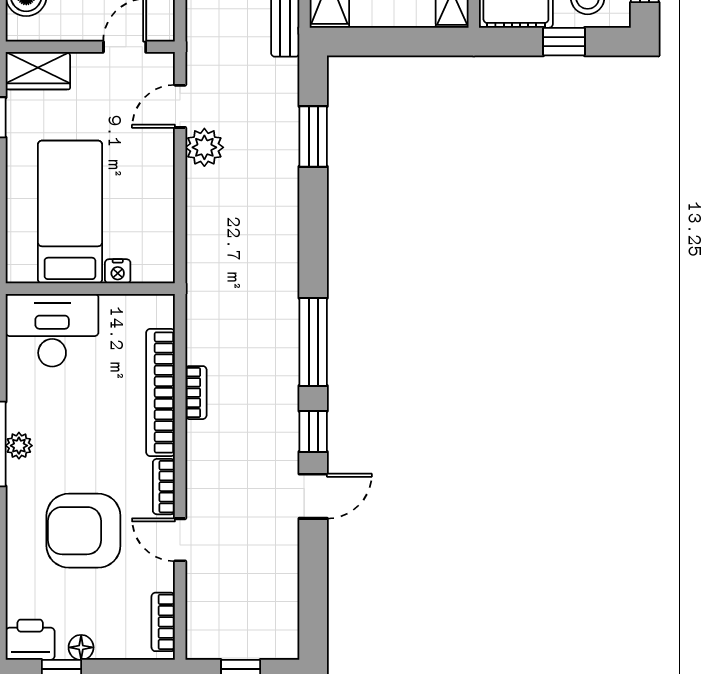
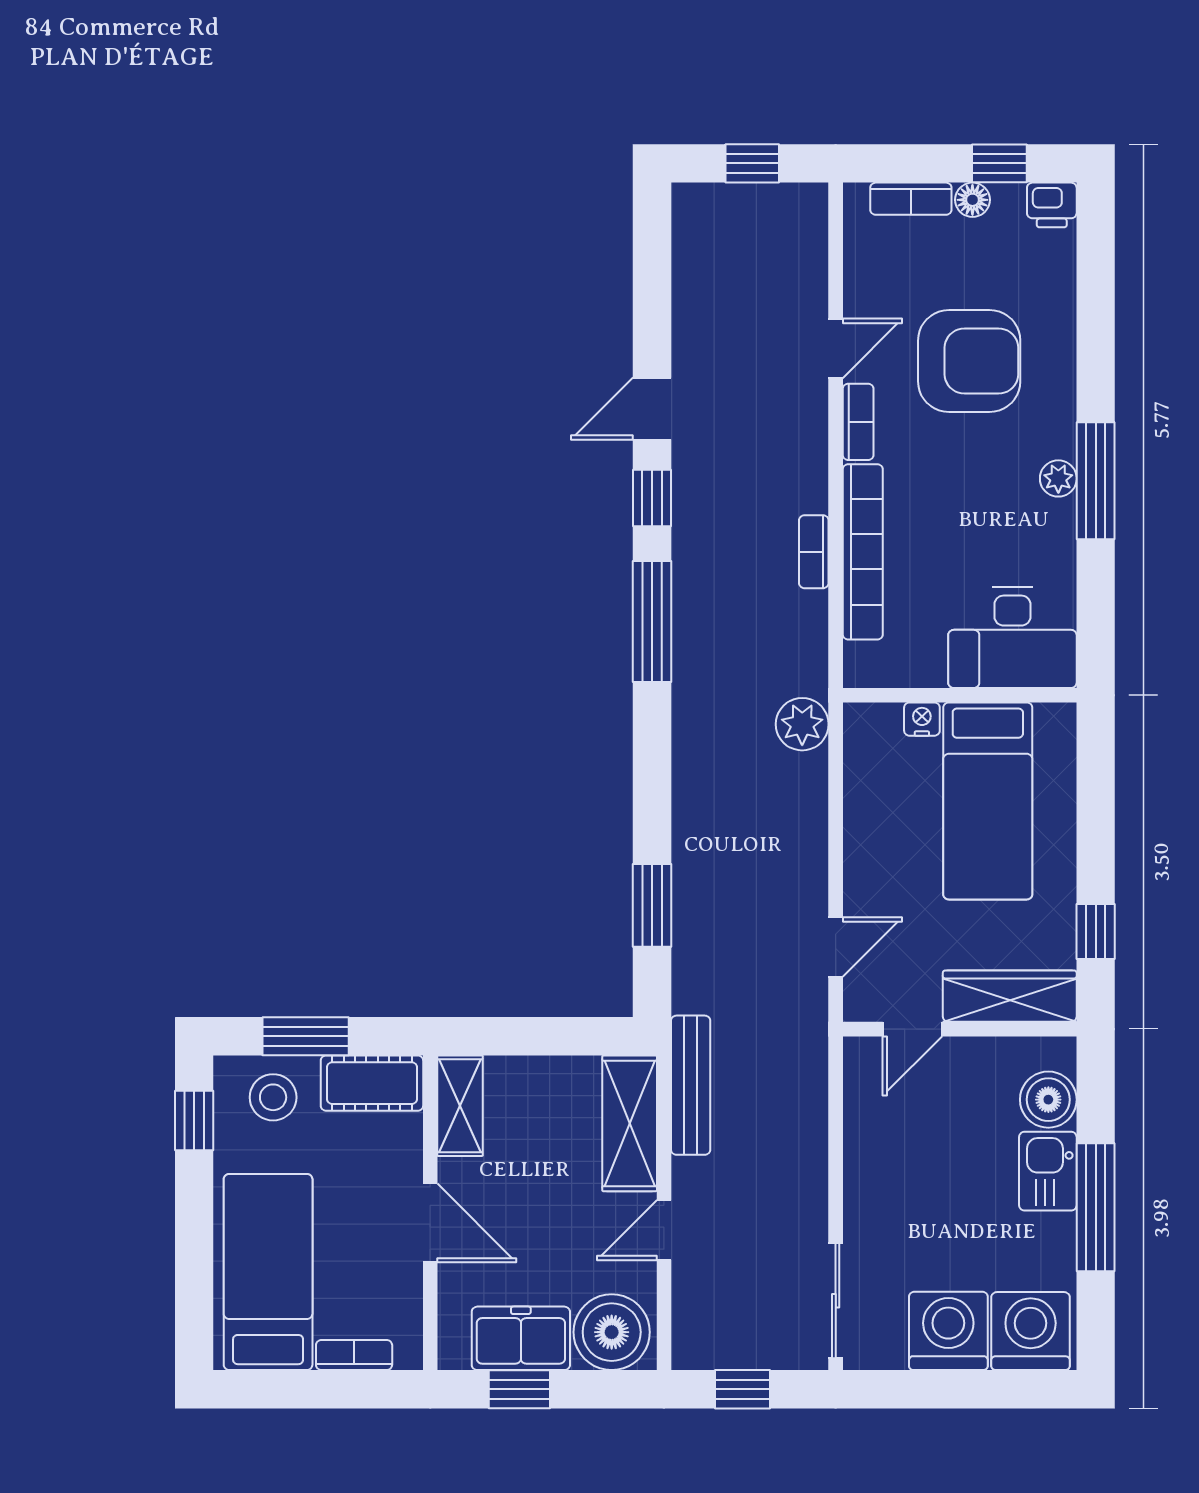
window: (564, 42) -> (306, 1036), width x1.50
wardrobe: (38, 71) -> (1010, 996), width x1.50
plant: (204, 147) -> (802, 724), moved
door: (180, 540) -> (836, 348), hinge flipped
bookcase: (163, 622) -> (911, 199), moved, turned 90
printer: (30, 640) -> (1052, 205), width x0.73, depth x0.81

